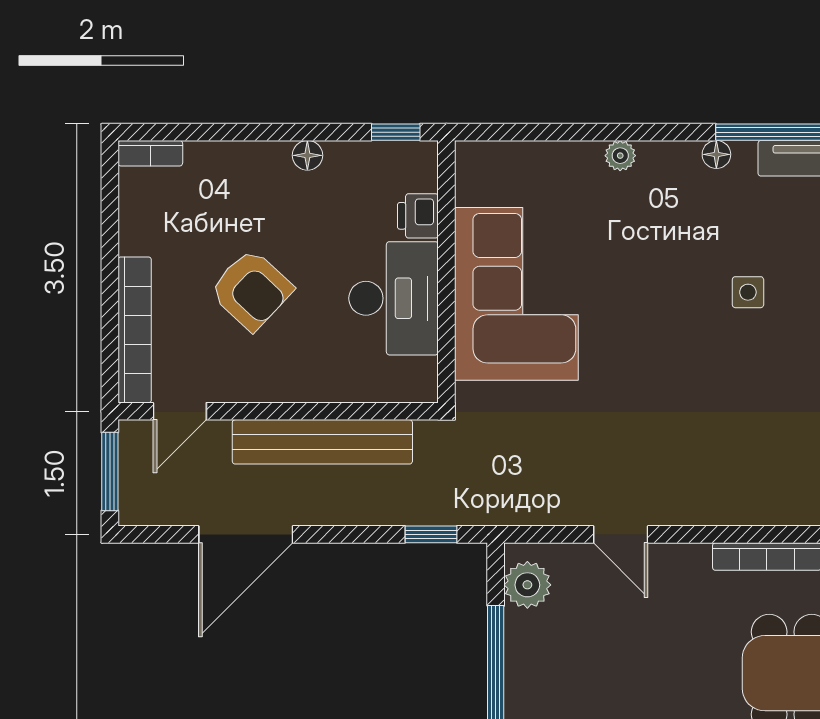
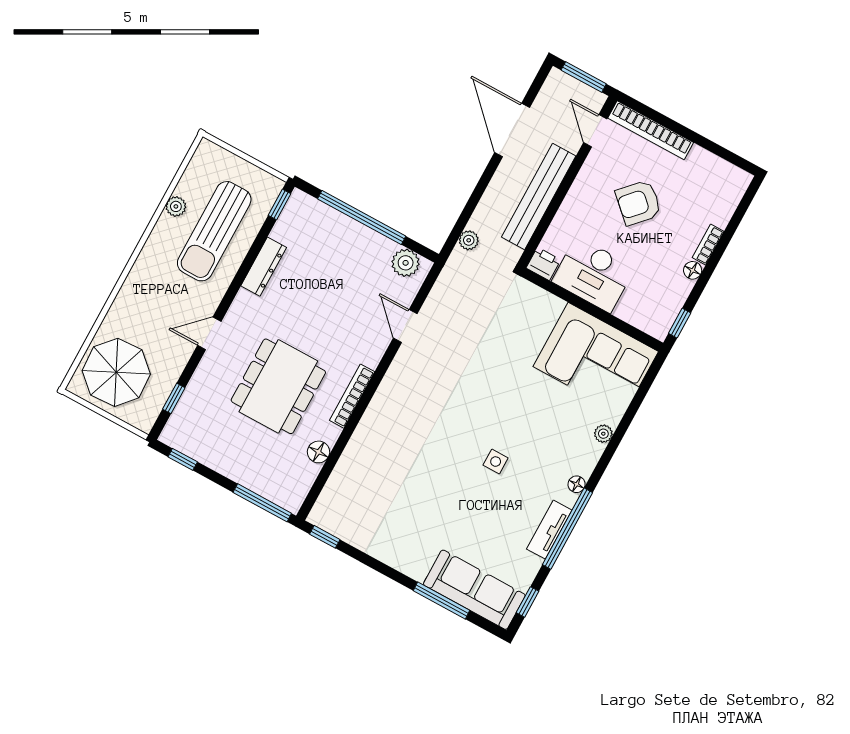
bookcase: (150, 153) -> (708, 245), moved
printer: (418, 216) -> (543, 264), moved
corner sofa: (516, 294) -> (596, 359), moved
plant: (443, 510) -> (469, 240), added
window: (431, 534) -> (459, 227), removed
door: (621, 534) -> (405, 326), hinge flipped

